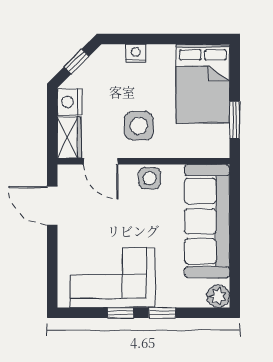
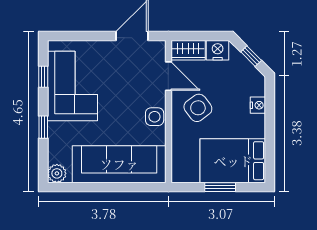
window: (235, 120) -> (220, 187), moved
side table: (139, 126) -> (198, 108), turned -37
door: (101, 161) -> (168, 76), swing flipped
window: (121, 313) -> (43, 77), moved

